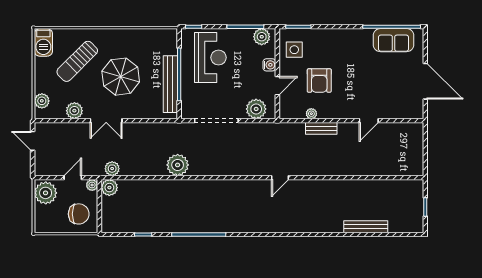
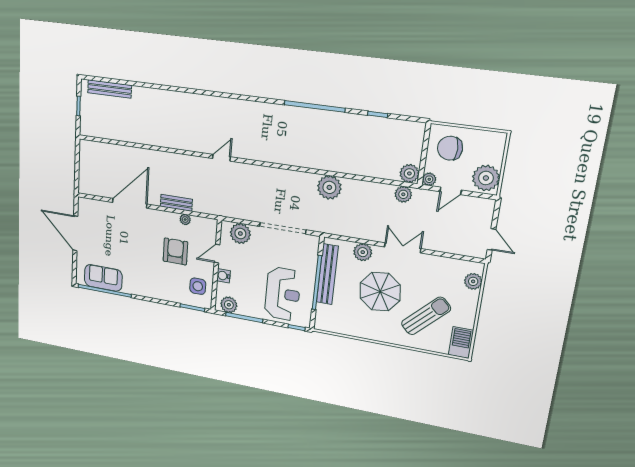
reception desk: (210, 58) -> (283, 294), turned 180
plant: (74, 111) -> (363, 252), moved
door: (369, 121) -> (130, 203), width x1.87
bench: (366, 227) -> (110, 89), moved

